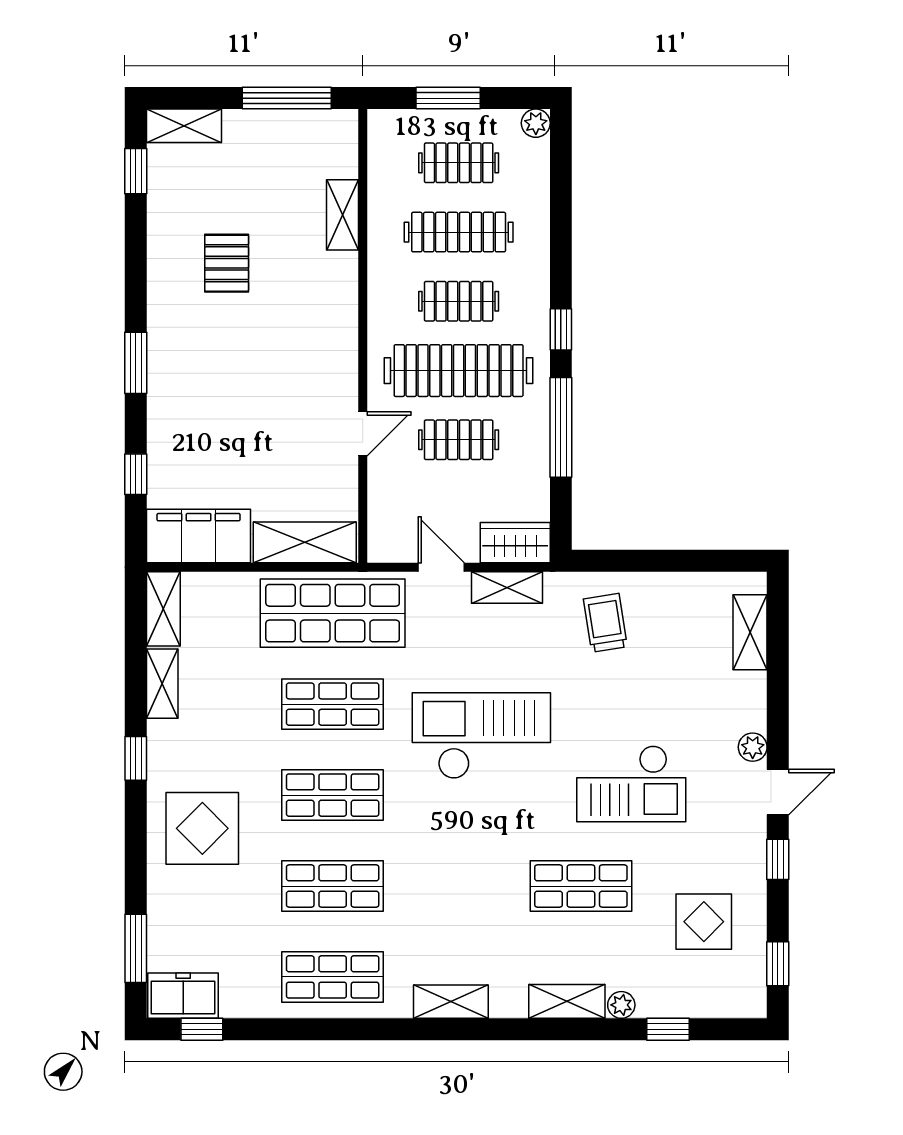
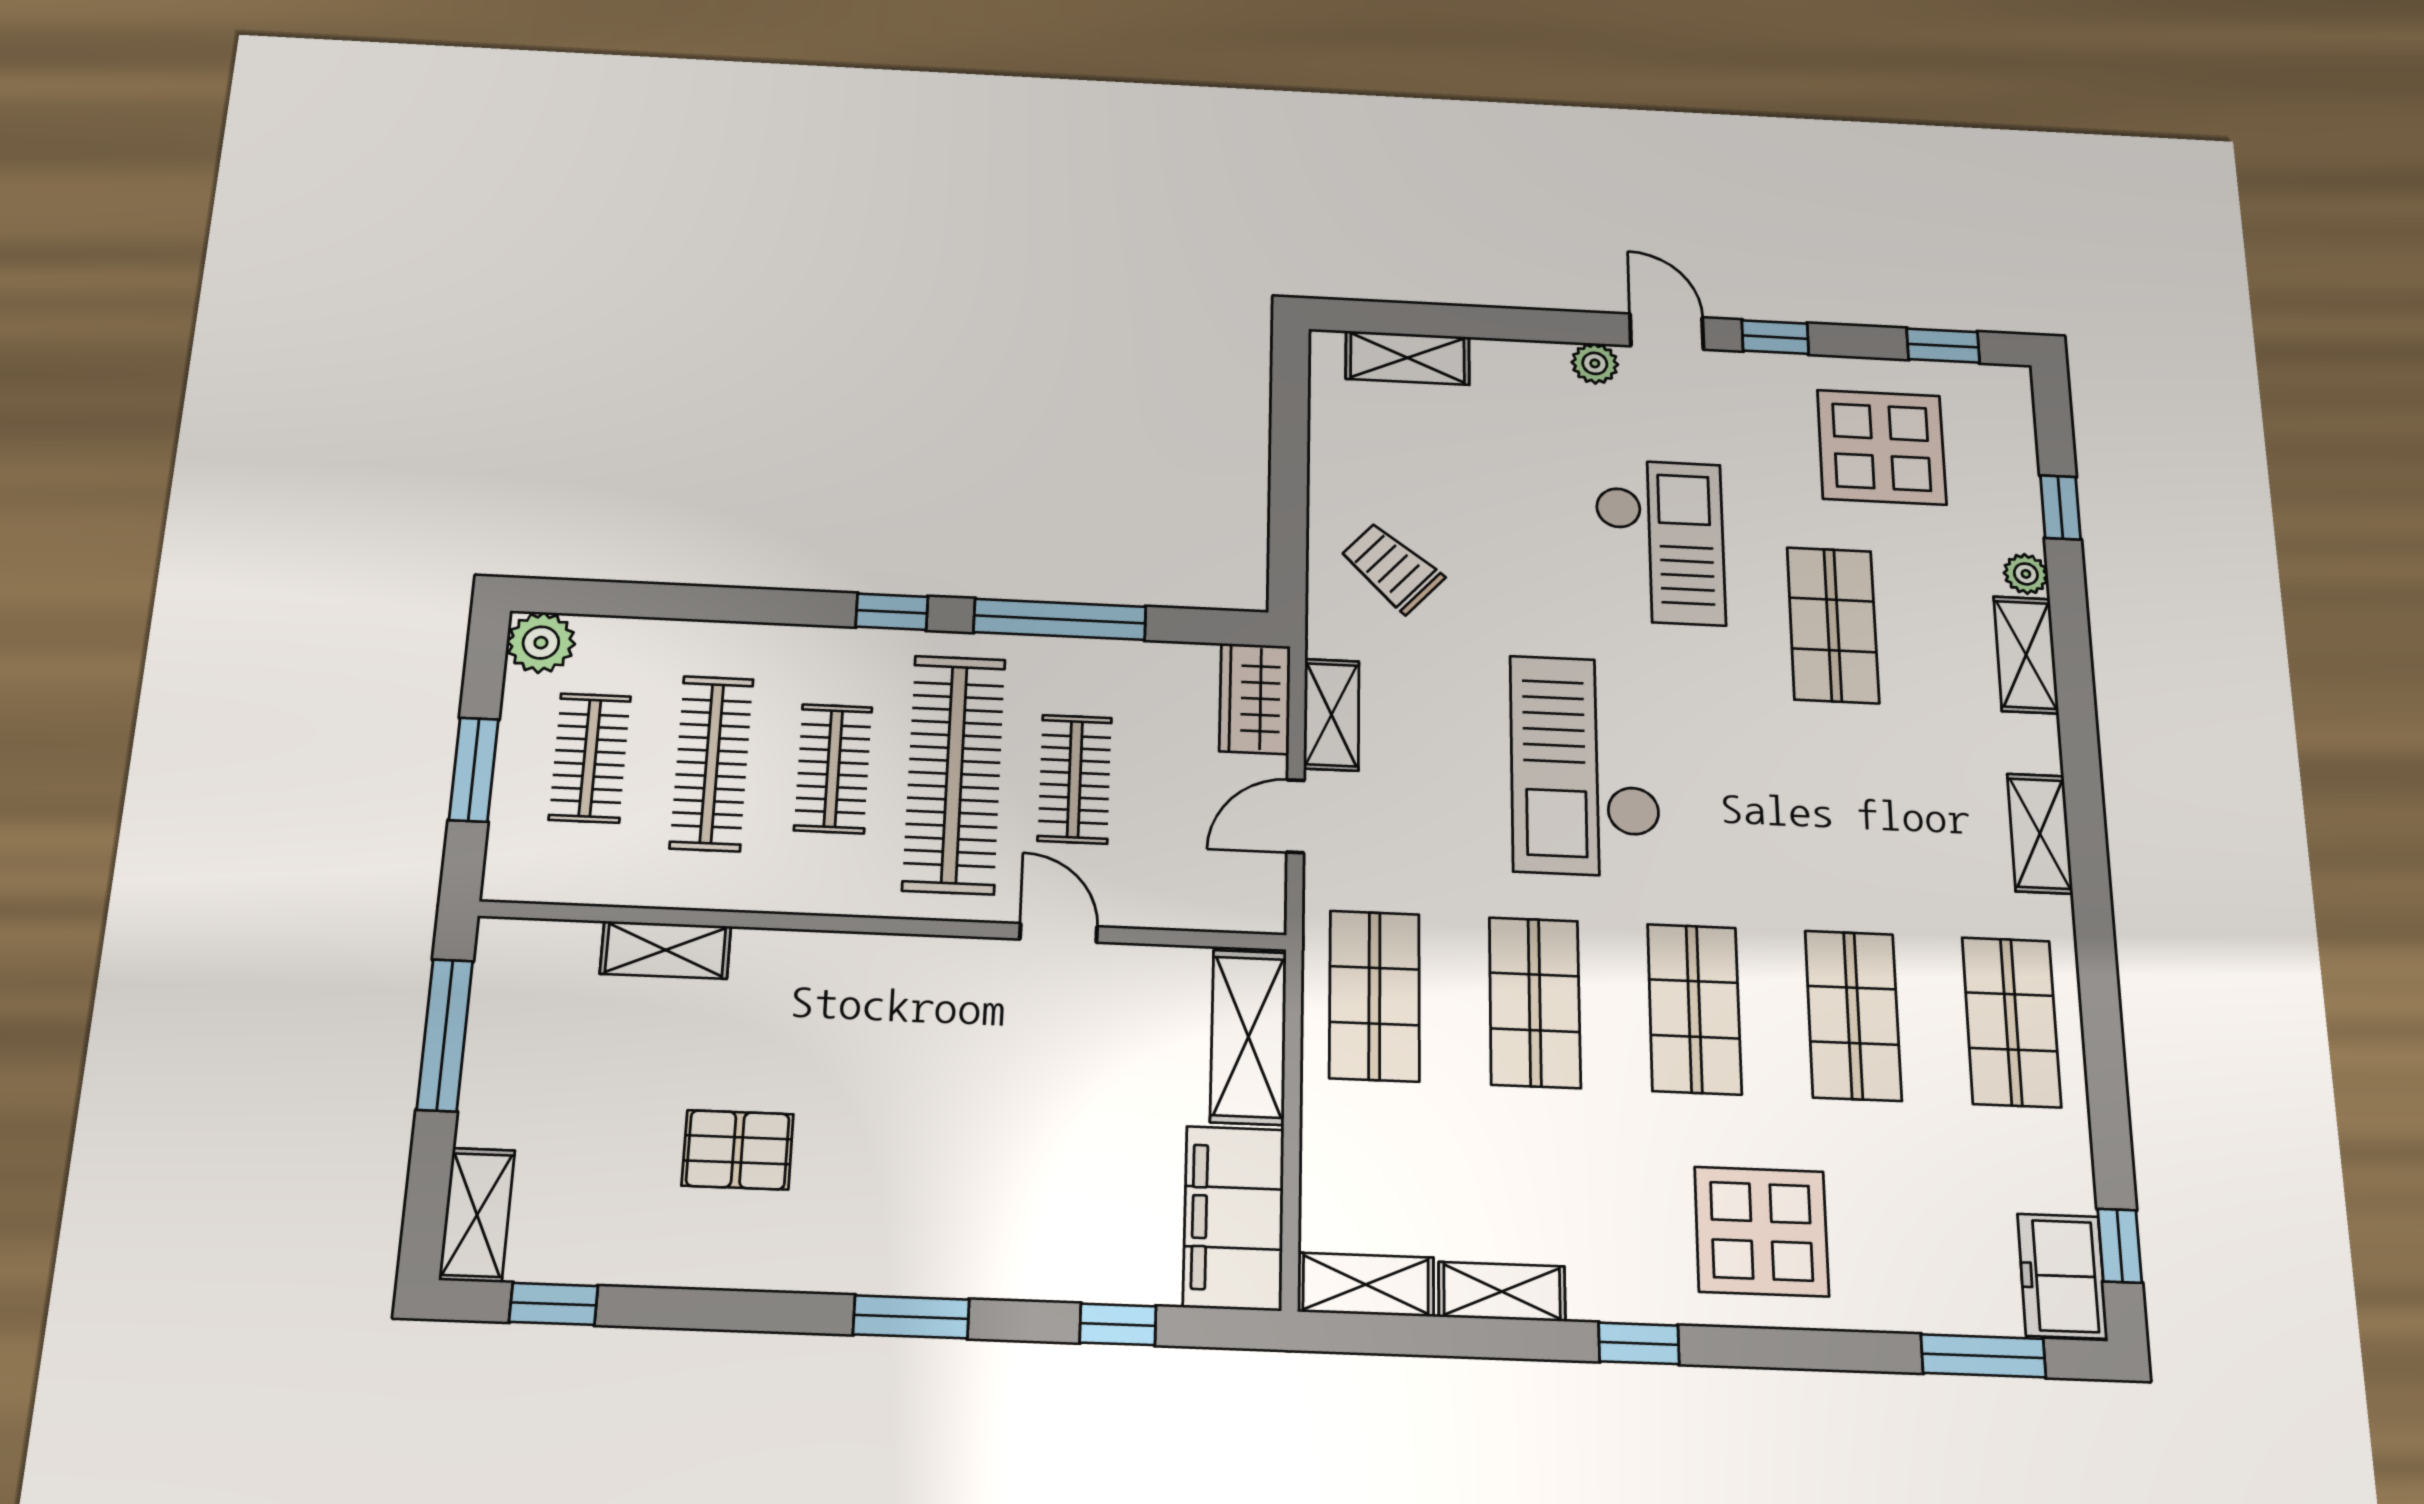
plant: (536, 123) -> (541, 643), width x1.38, depth x1.38
shop shelf: (333, 613) -> (1374, 996), width x0.70, depth x0.74
trolley: (605, 623) -> (1392, 568), turned 51
display table: (704, 922) -> (1882, 447), width x1.36, depth x1.36

